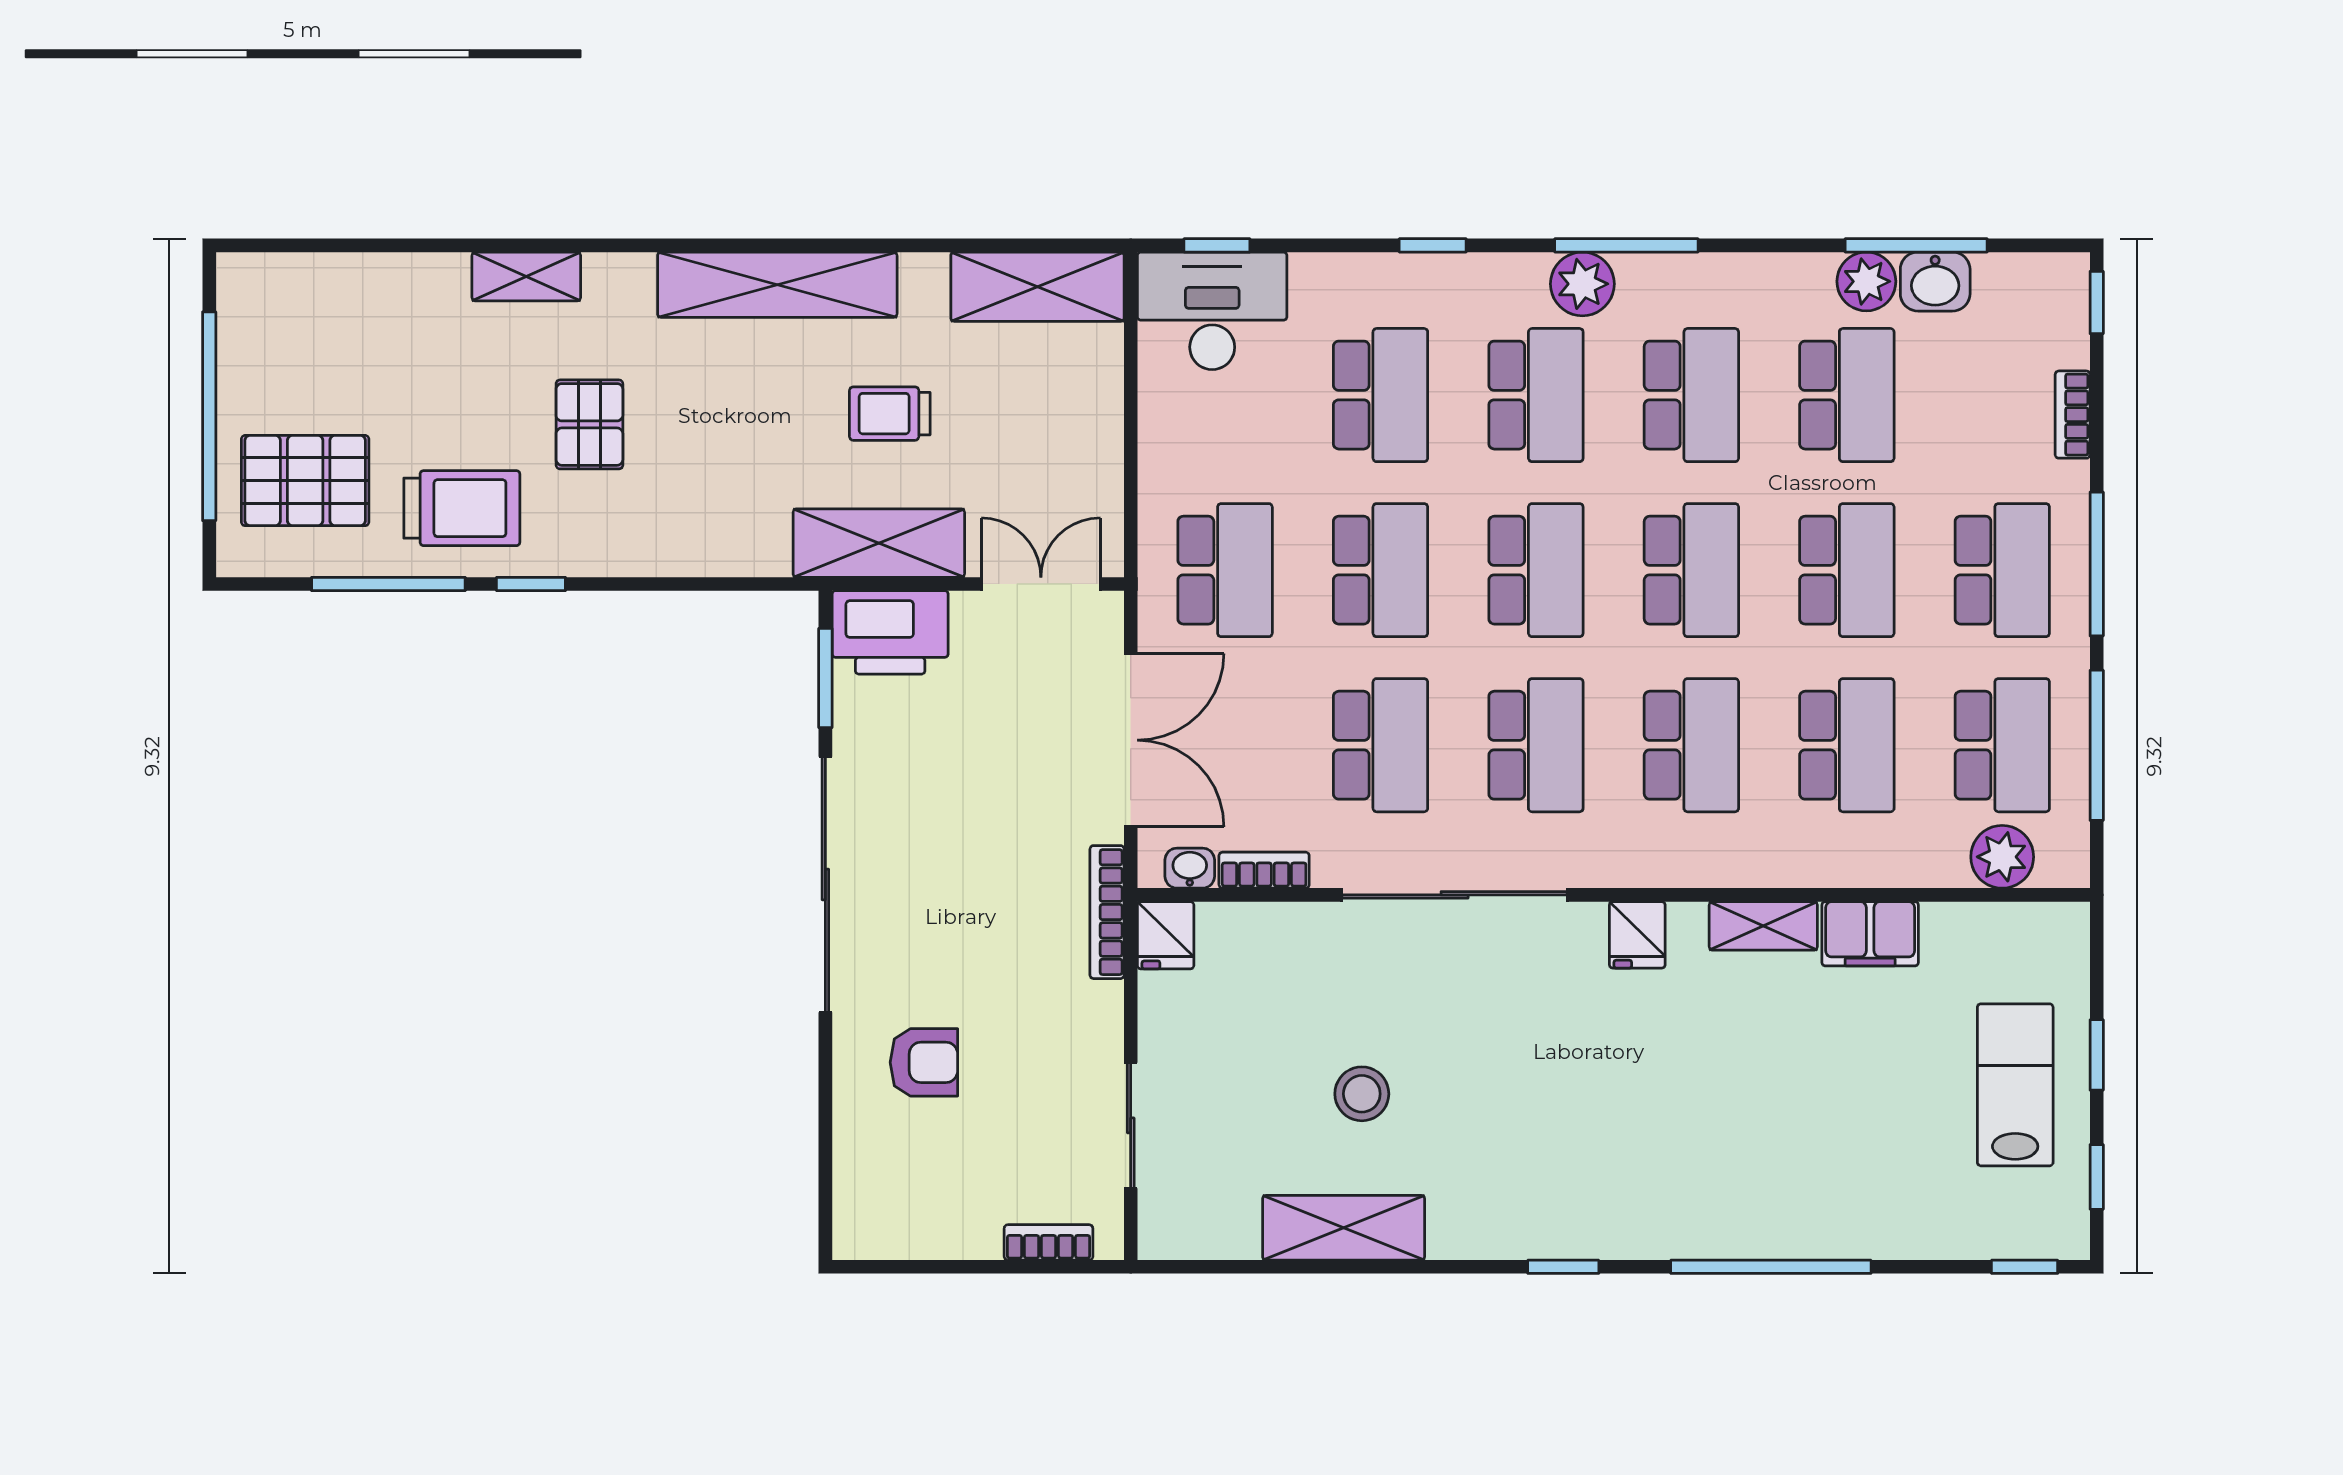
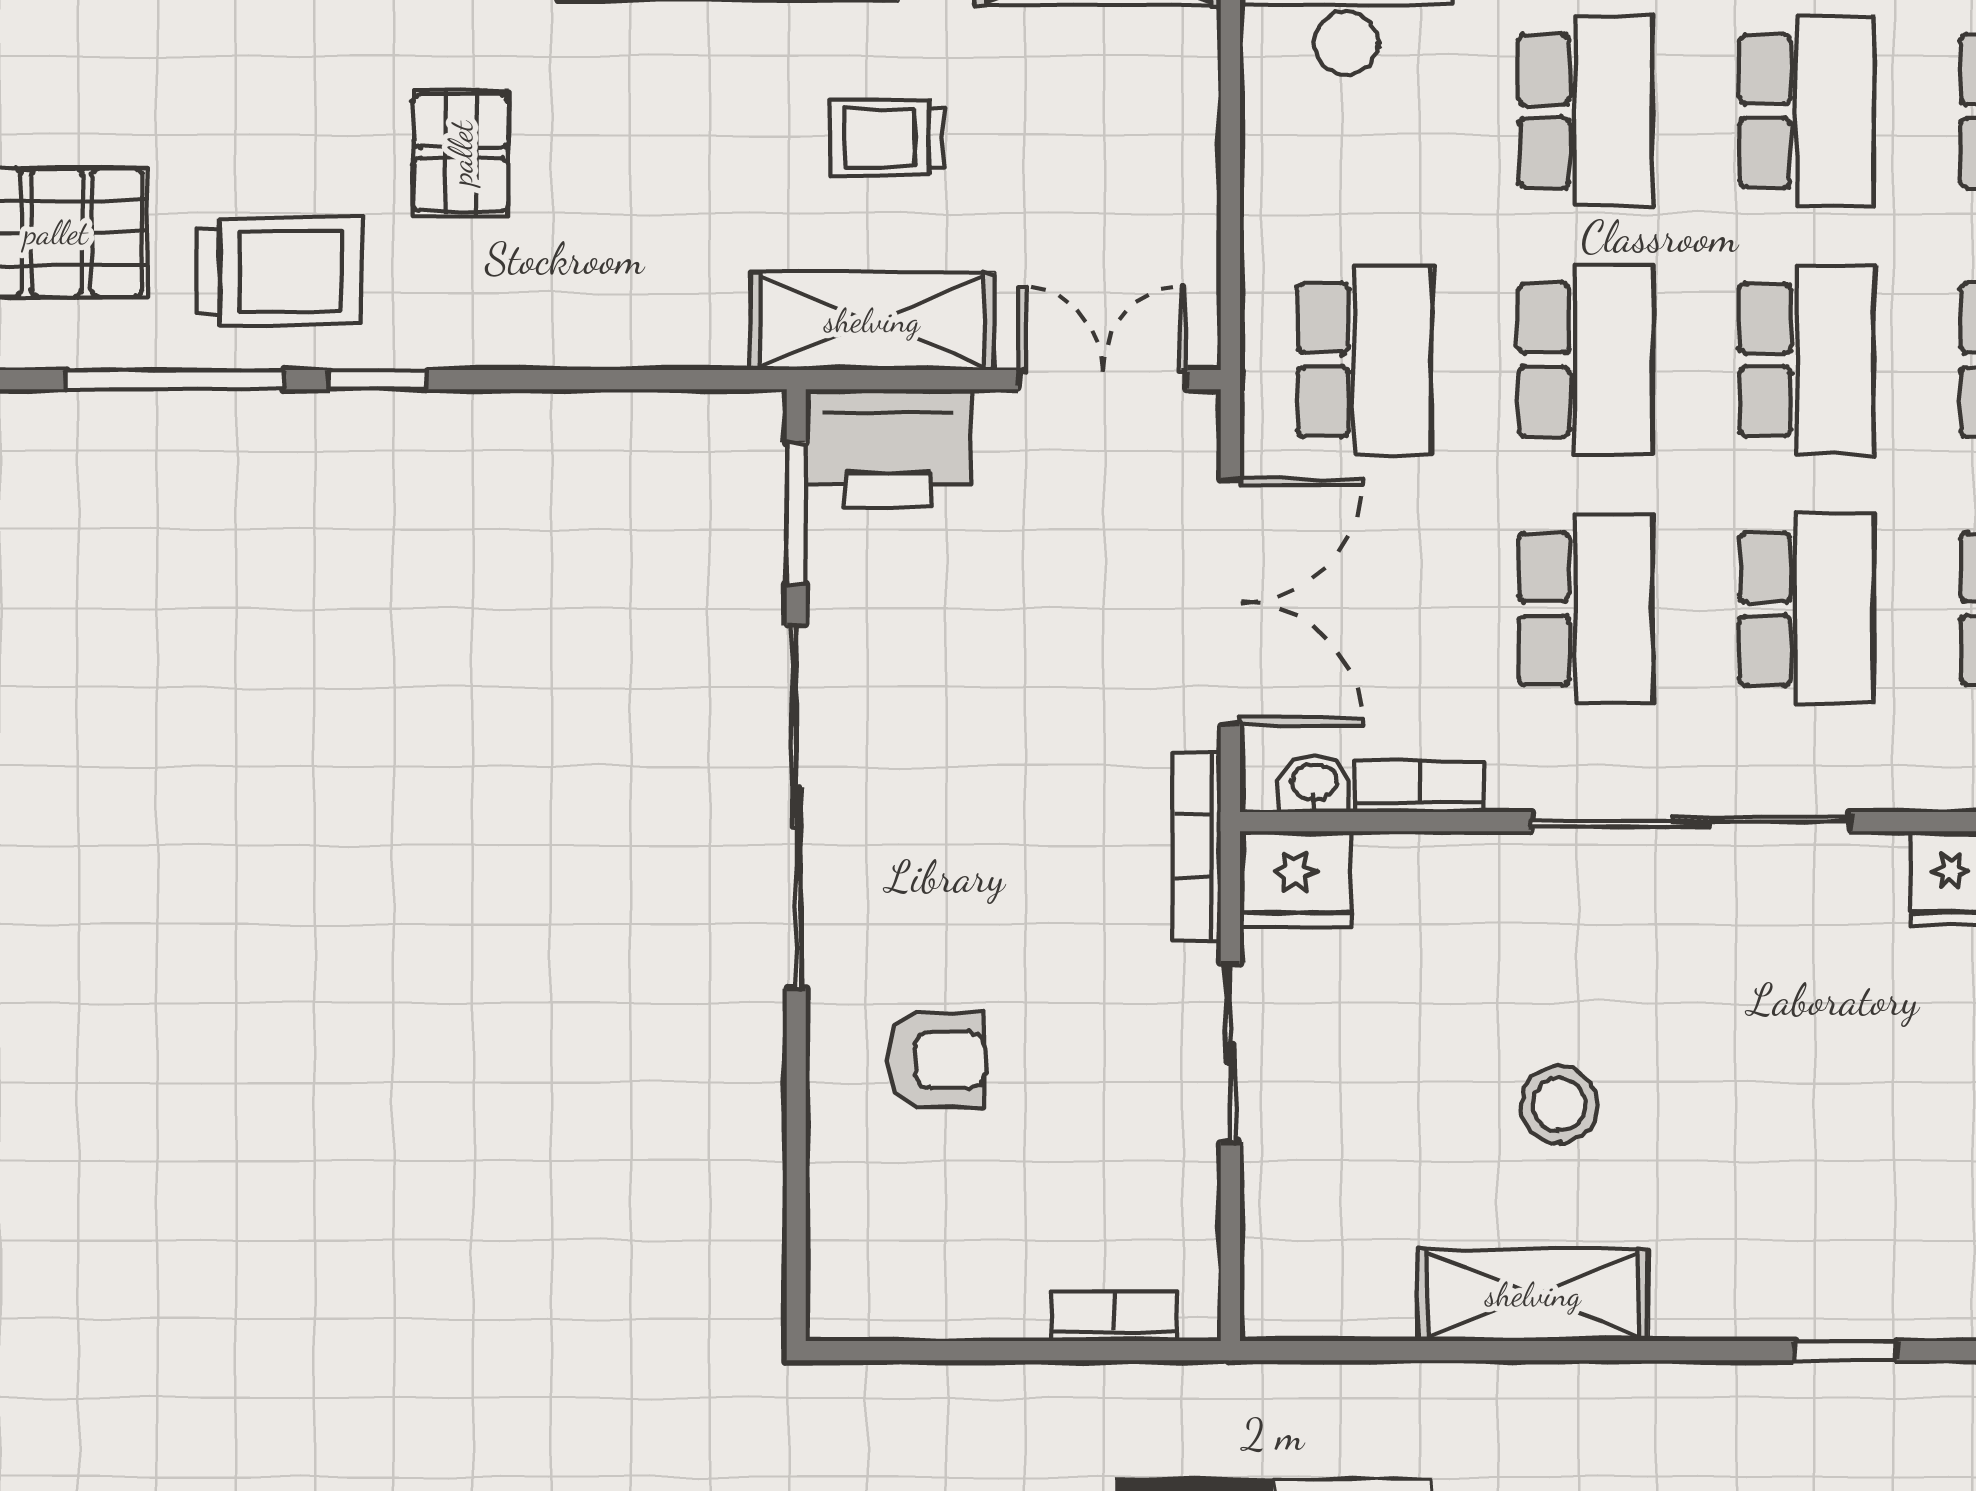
fridge: (1166, 935) -> (1295, 879), width x1.38
sliding door: (1131, 1125) -> (1230, 1053), moved

